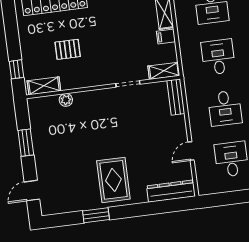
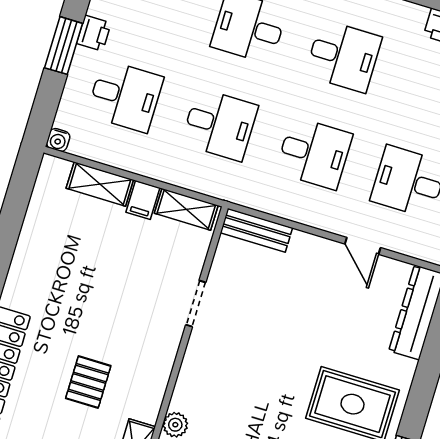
desk: (218, 57) -> (220, 125), turned 180
shelving: (164, 71) -> (186, 209), moved, turned 90

